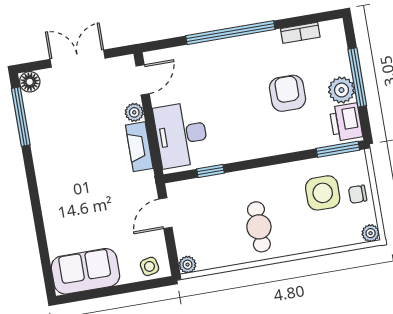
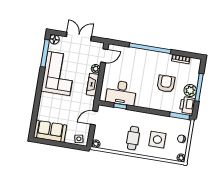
desk: (181, 135) -> (121, 93), moved, turned -90
corner sofa: (62, 148) -> (59, 73), added
side table: (323, 193) -> (157, 140), moved

